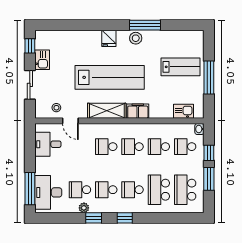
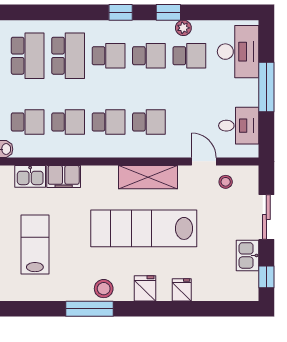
fridge: (85, 37) -> (182, 290), added
lab bench: (180, 67) -> (35, 245), turned 90
filing cabinet: (138, 111) -> (64, 176), moved
window: (30, 189) -> (266, 87), moved

